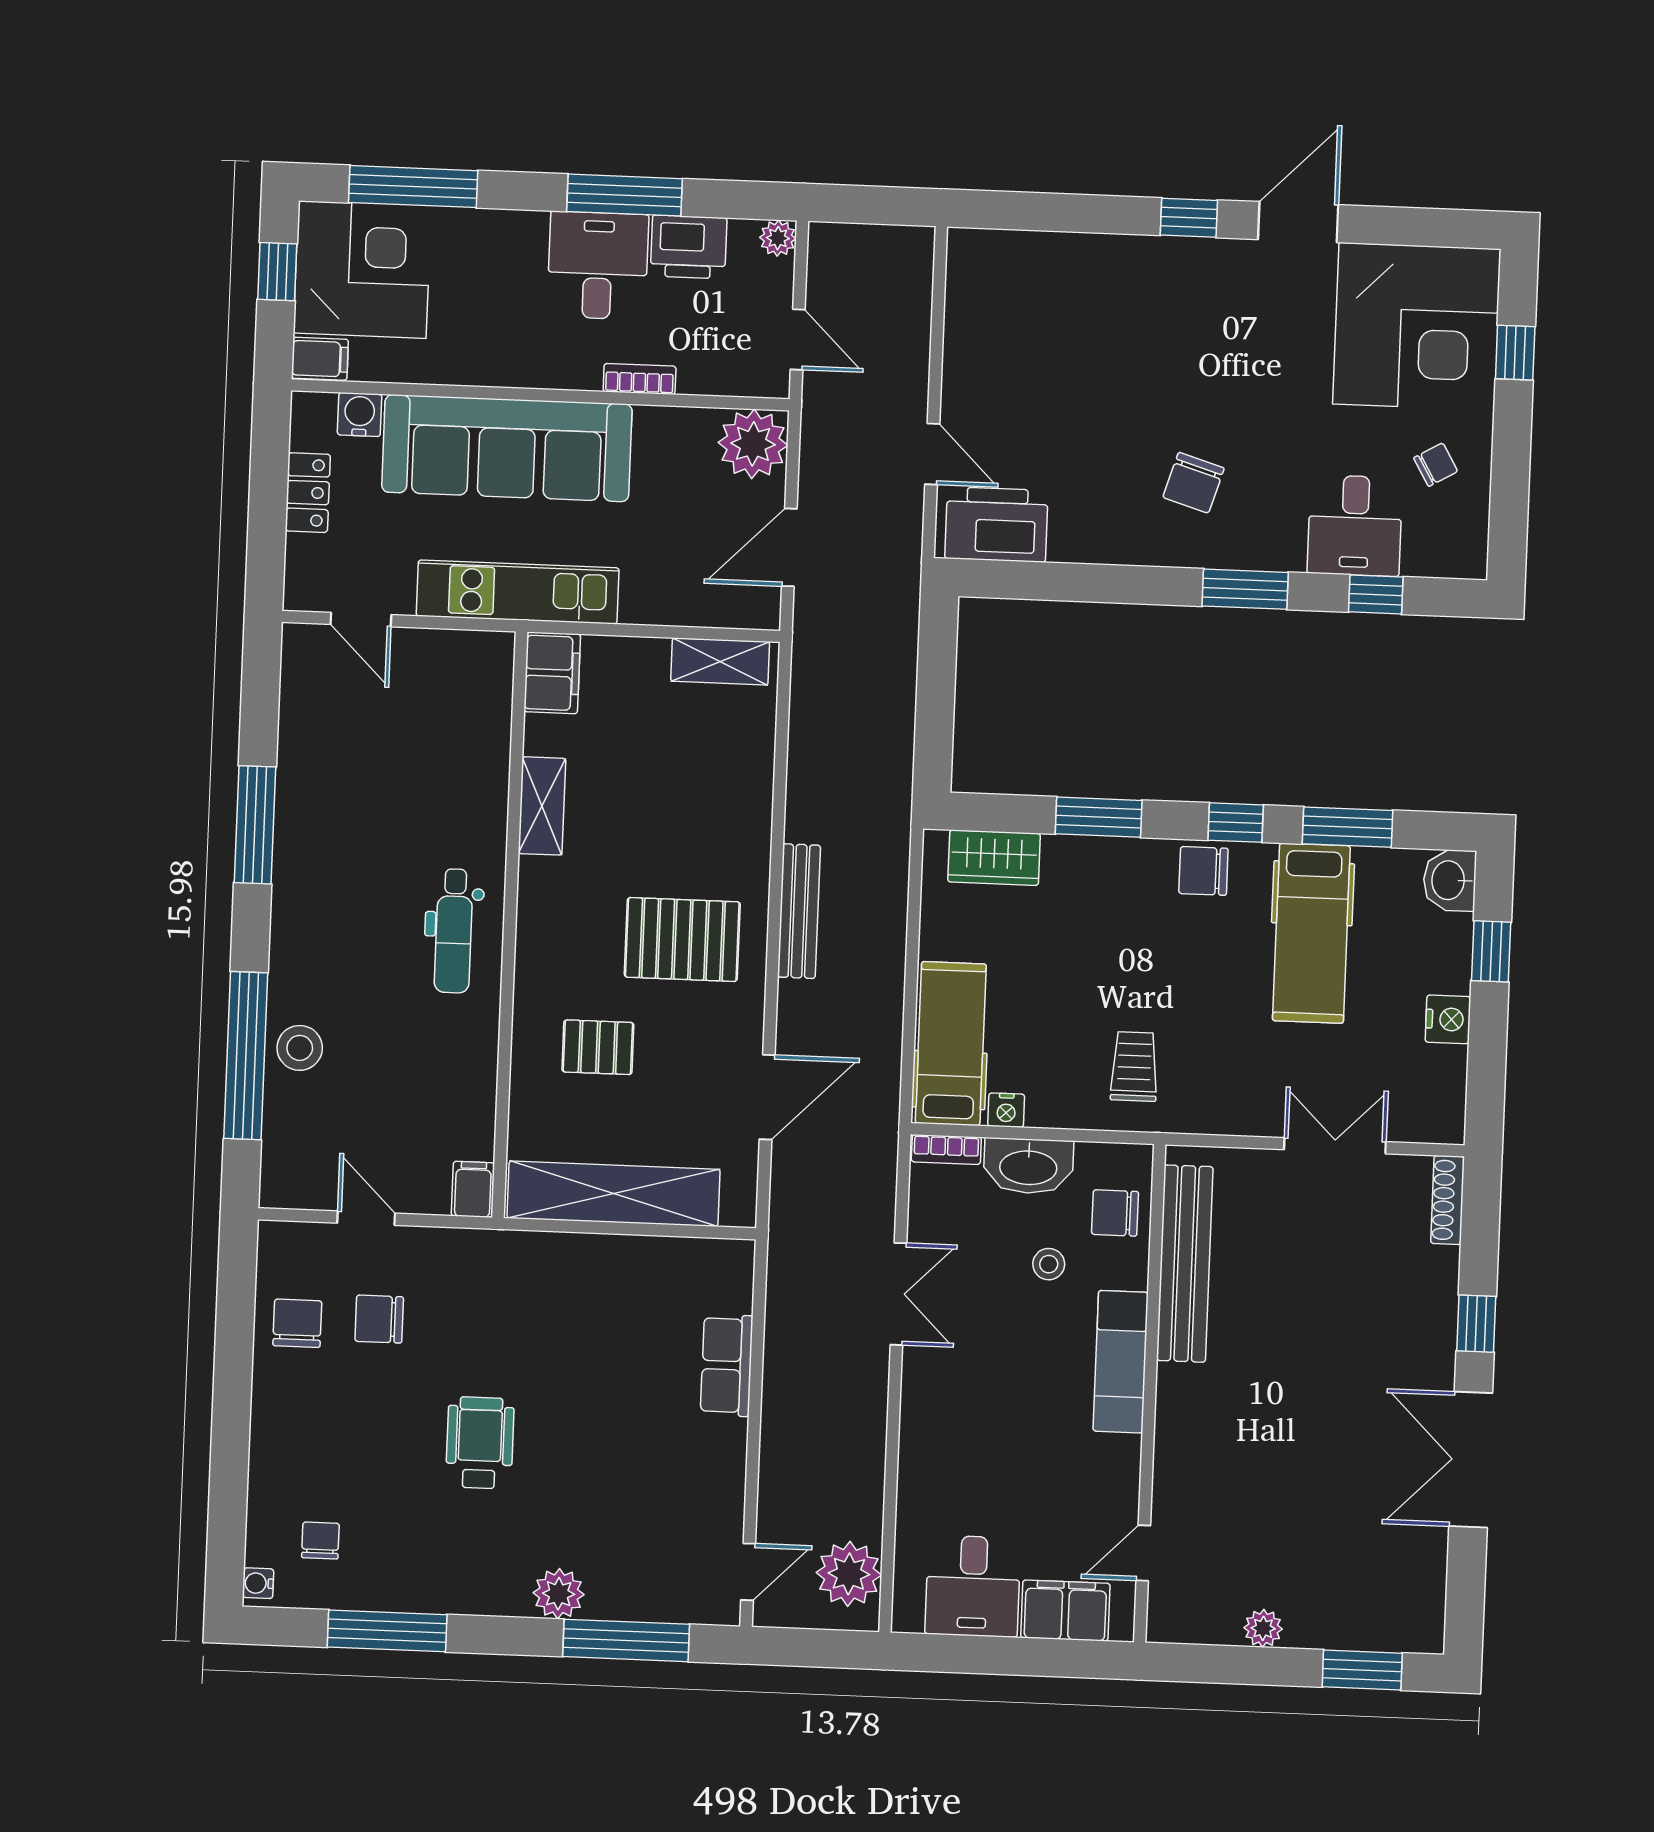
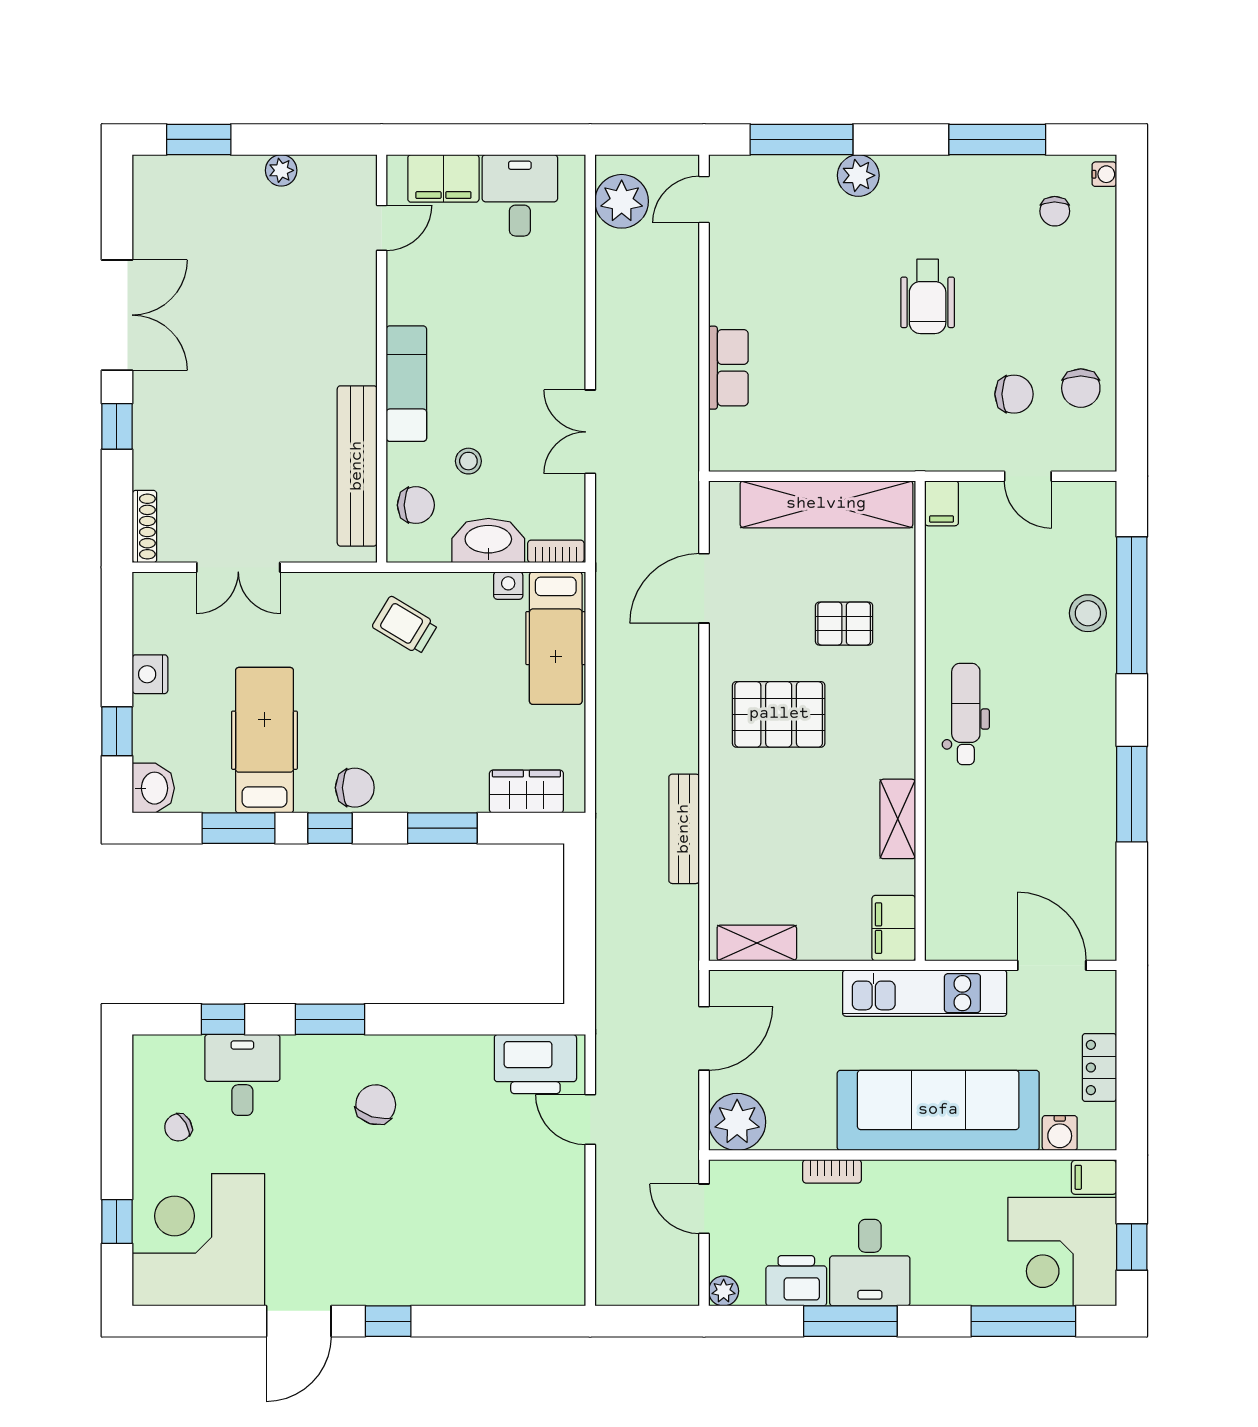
door: (361, 620) -> (1052, 965), width x1.38
bench: (799, 911) -> (684, 829), moved
trolley: (1134, 1066) -> (405, 625), turned 121

